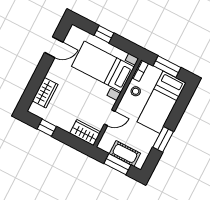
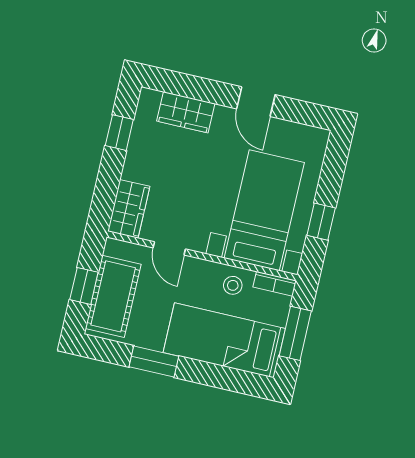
window: (104, 34) -> (321, 222), moved
door: (54, 47) -> (256, 102), moved
cot: (125, 153) -> (113, 296), width x1.37, depth x1.34
window: (117, 164) -> (84, 286), width x0.67

